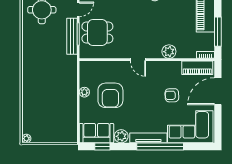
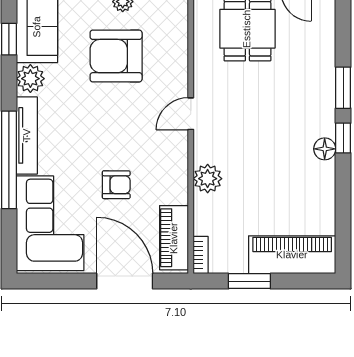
window: (218, 32) -> (249, 281), width x0.69
armchair: (172, 95) -> (116, 185), turned 92

